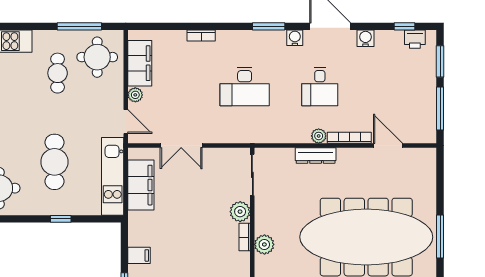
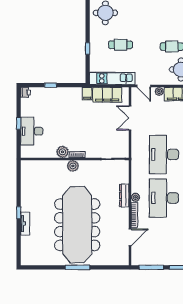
desk: (245, 87) -> (164, 155), width x1.36, depth x1.30
desk: (320, 87) -> (164, 198), width x1.87, depth x1.30
door: (126, 122) -> (144, 86), hinge flipped
cafe table: (54, 162) -> (121, 45), width x0.73, depth x0.74
plant: (240, 212) -> (62, 152), moved
filing cabinet: (139, 255) -> (87, 94), moved

